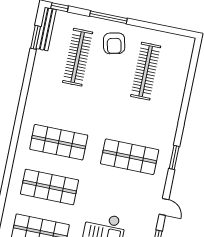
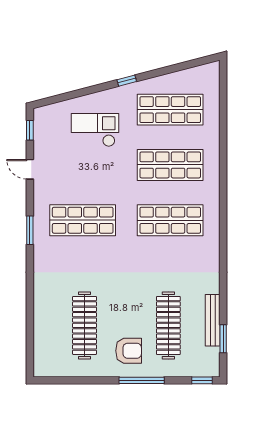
bench: (46, 29) -> (213, 320), moved
armchair: (114, 43) -> (129, 351), turned 103

